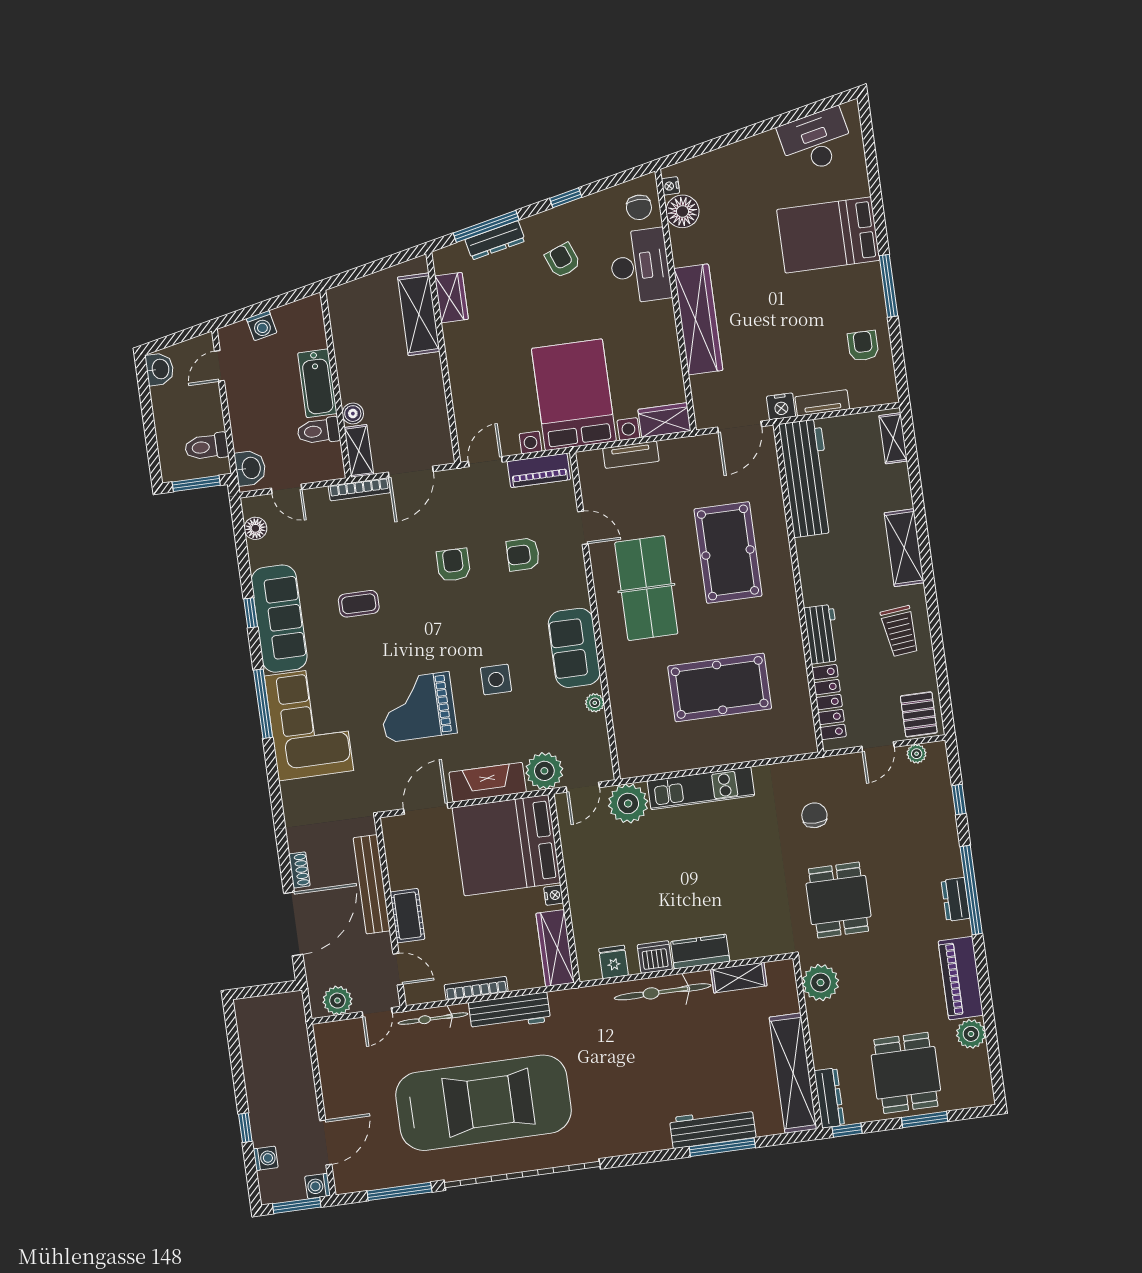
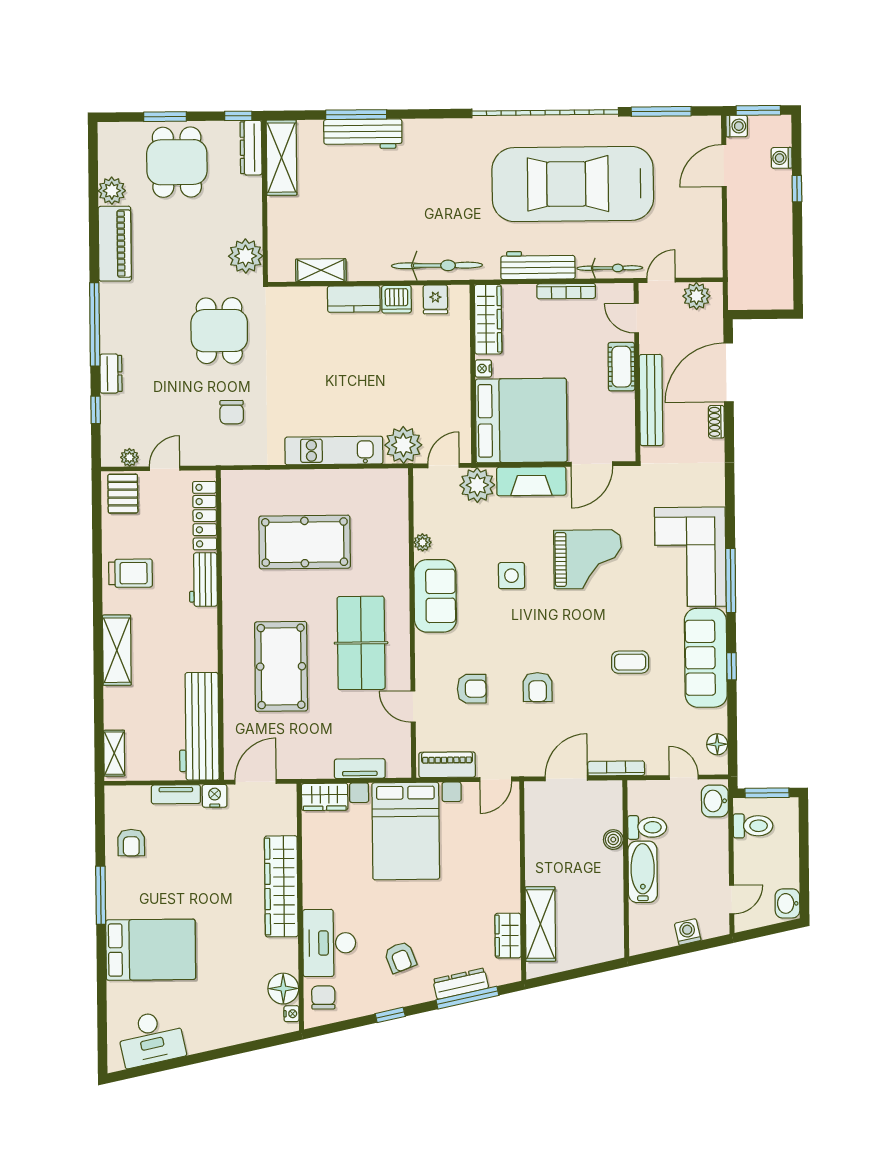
shelving: (359, 451) -> (612, 804), removed
trolley: (900, 631) -> (131, 573), turned 96
dresser: (956, 899) -> (111, 374), moved
bicycle: (663, 992) -> (437, 265), moved
shelving: (793, 1073) -> (282, 158), width x0.68

